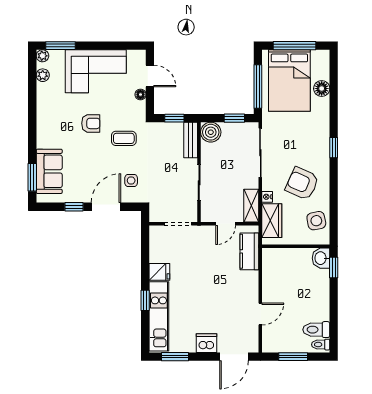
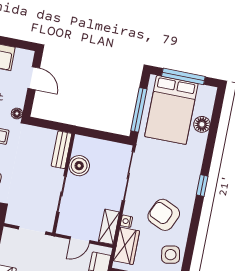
floor lamp: (140, 95) -> (17, 114), moved
window: (174, 118) -> (50, 125), removed
window: (234, 118) -> (109, 137), removed
boiler: (211, 132) -> (79, 166), moved

